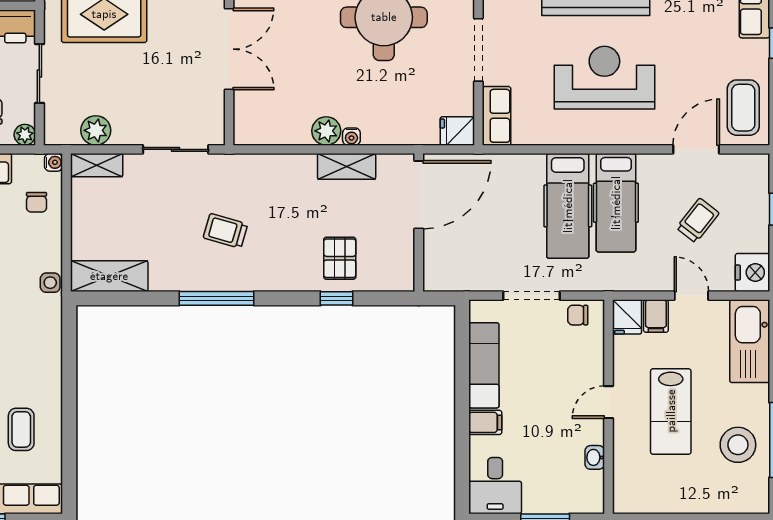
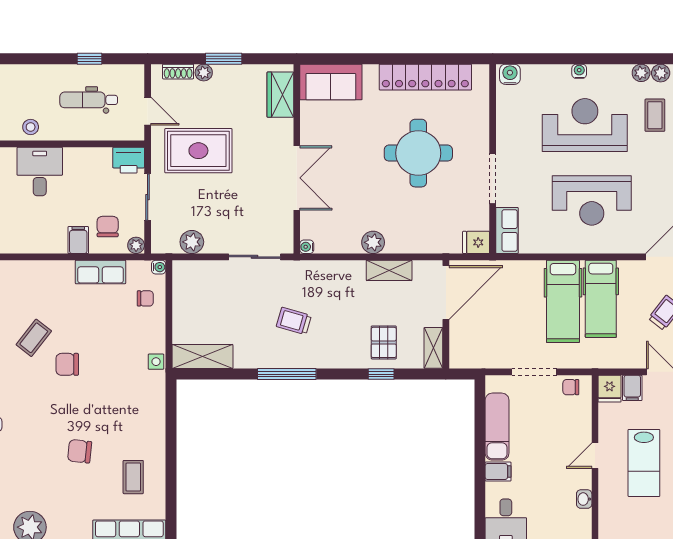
reception desk: (604, 78) -> (592, 200), turned 180
water cooler: (351, 137) -> (307, 247), moved, turned 90
shelving: (97, 165) -> (433, 348), moved, turned 90
chair: (37, 202) -> (145, 298), turned -90

